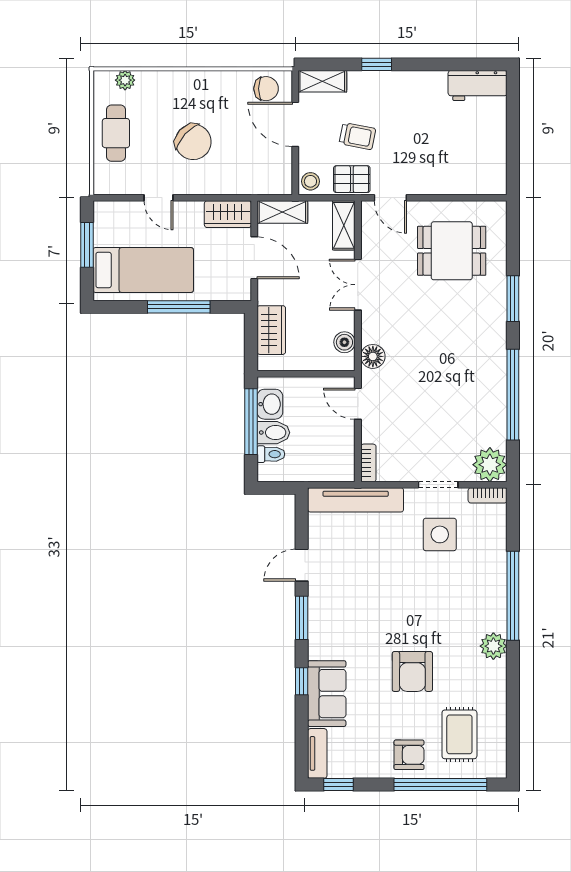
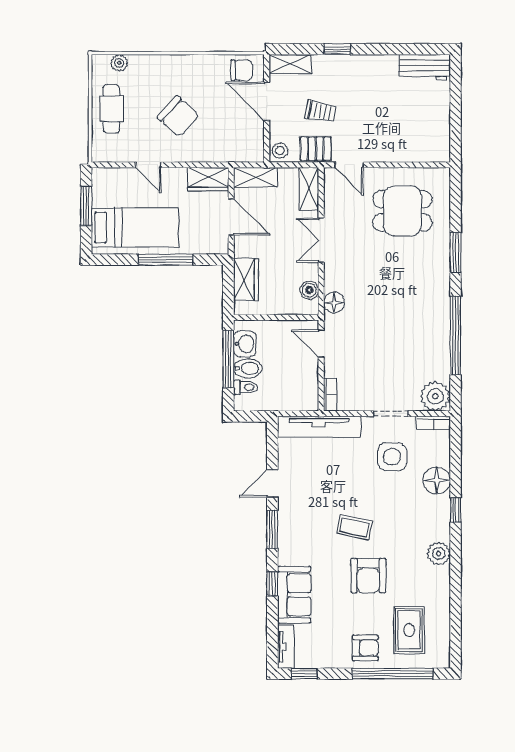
floor lamp: (491, 562) -> (437, 480), added
window: (513, 596) -> (455, 510), width x0.32
coffee table: (396, 616) -> (354, 527), added

